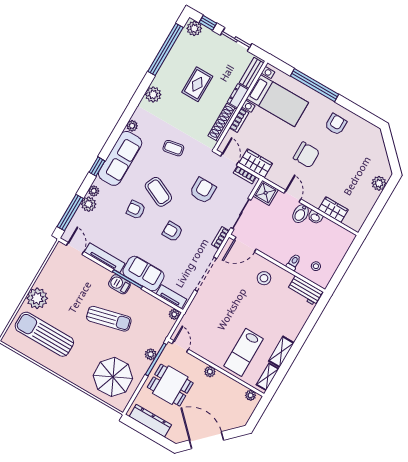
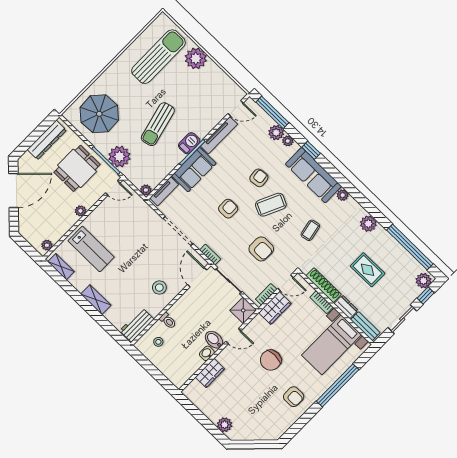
lab bench: (244, 352) -> (91, 249), turned 180
shelving: (281, 352) -> (96, 300), moved
plant: (151, 354) -> (119, 157), width x1.87, depth x1.87

